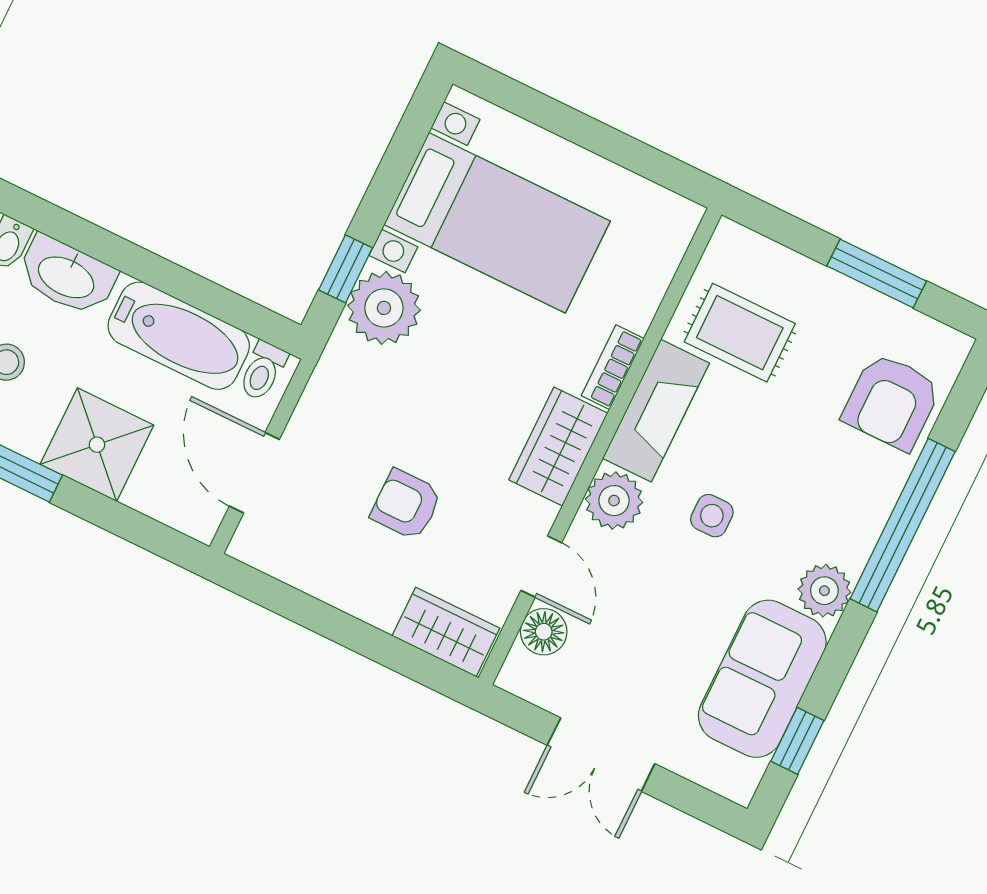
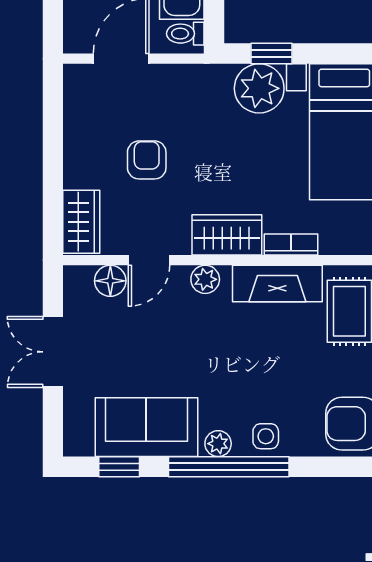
plant: (614, 501) -> (205, 279), width x0.73, depth x0.73
side table: (712, 516) -> (266, 436), moved
window: (903, 525) -> (229, 467), moved
plant: (824, 591) -> (218, 444), width x0.73, depth x0.73

